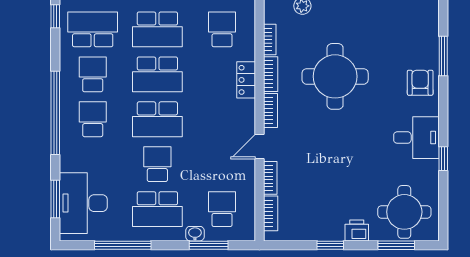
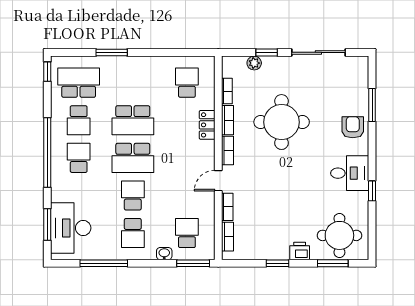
school desk: (157, 29) -> (133, 83), removed
school desk: (93, 74) -> (79, 120), turned 180
school desk: (157, 209) -> (133, 233), width x0.54
window: (209, 245) -> (193, 263), moved

